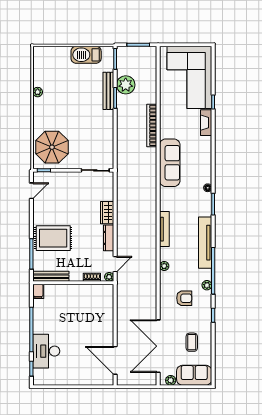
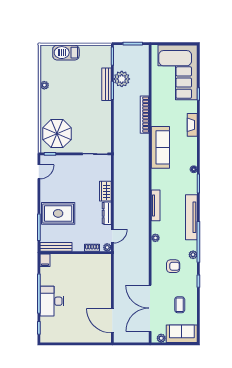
barbecue: (86, 55) -> (66, 53), moved
fireplace: (206, 123) -> (192, 125), moved
desk: (46, 351) -> (52, 301), moved

